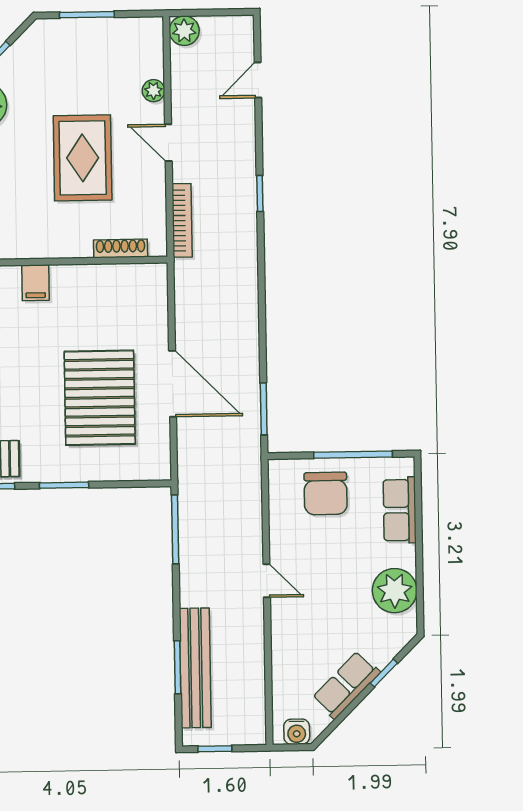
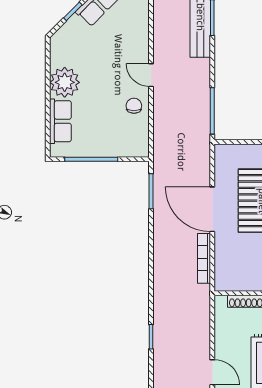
bookcase: (182, 220) -> (204, 258), moved
chair: (326, 493) -> (134, 106), moved, width x0.54, depth x0.54
plant: (395, 591) -> (65, 82), moved

